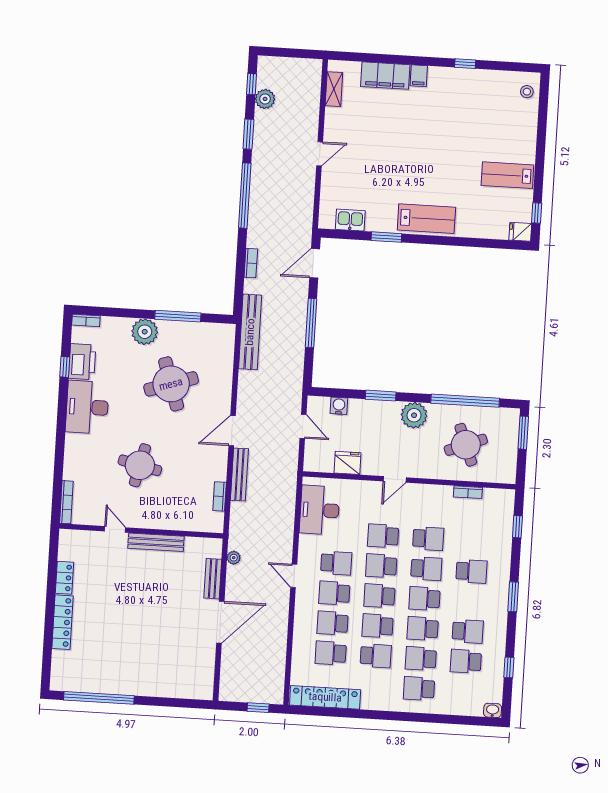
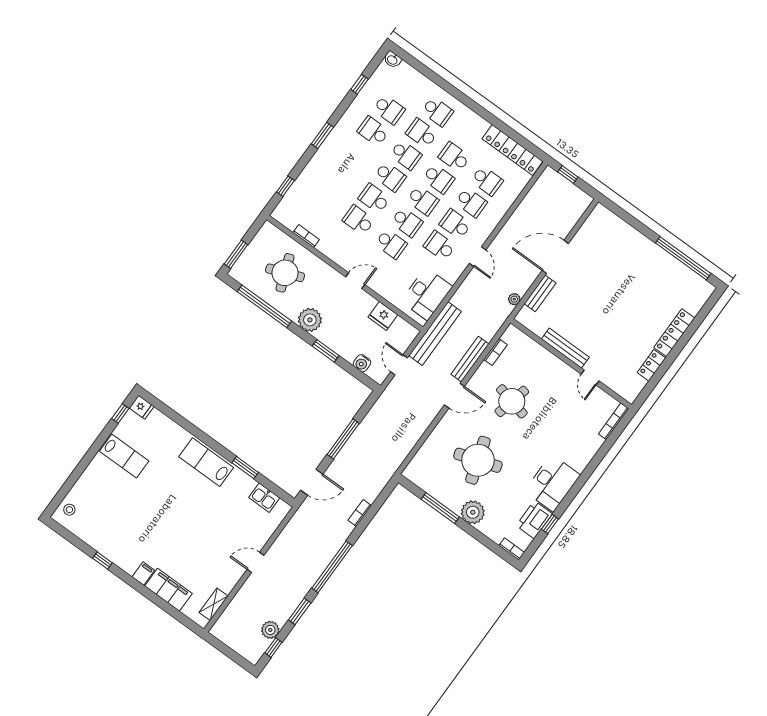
bench: (250, 332) -> (435, 334), moved
round table: (140, 465) -> (512, 401), moved
school desk: (471, 571) -> (342, 175), removed
school desk: (334, 593) -> (455, 224), turned 180
school desk: (421, 659) -> (422, 133), turned 180

